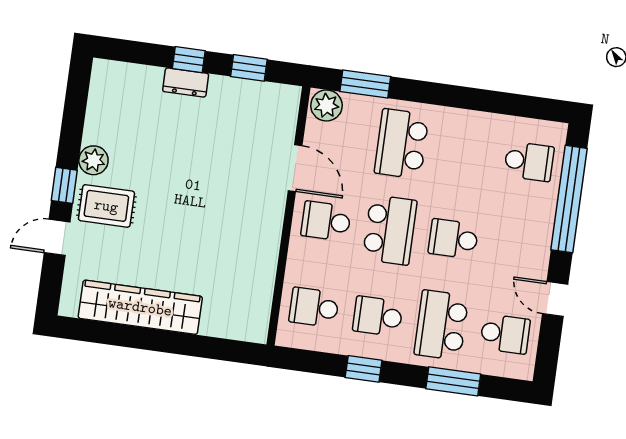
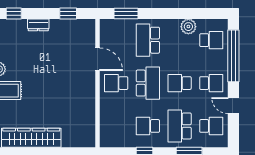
window: (189, 60) -> (14, 13), moved
plant: (326, 105) -> (188, 27), moved
school desk: (314, 307) -> (211, 83), moved, turned 180

